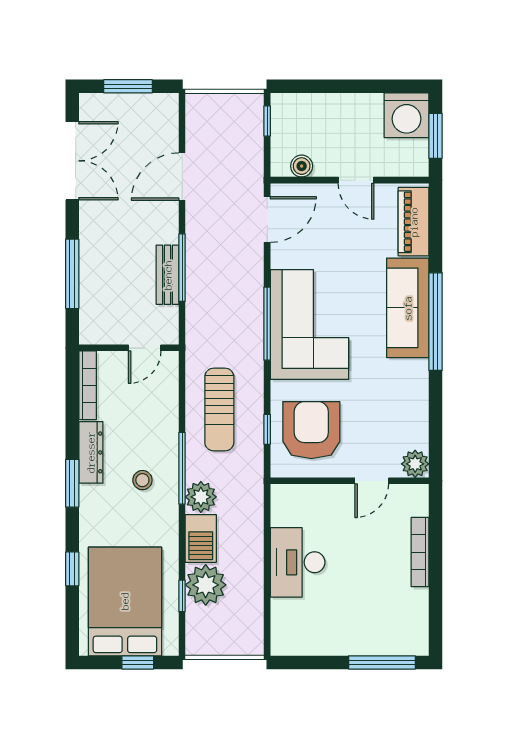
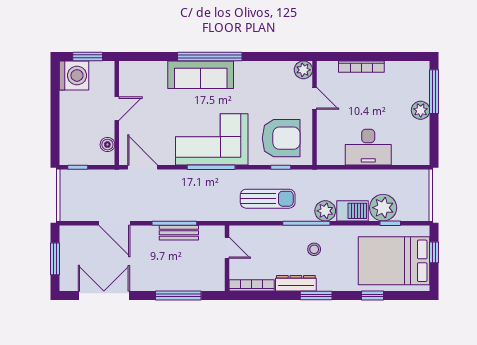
piano: (414, 222) -> (144, 71), removed
armchair: (311, 430) -> (281, 138), turned 180
plant: (354, 642) -> (421, 110), added

